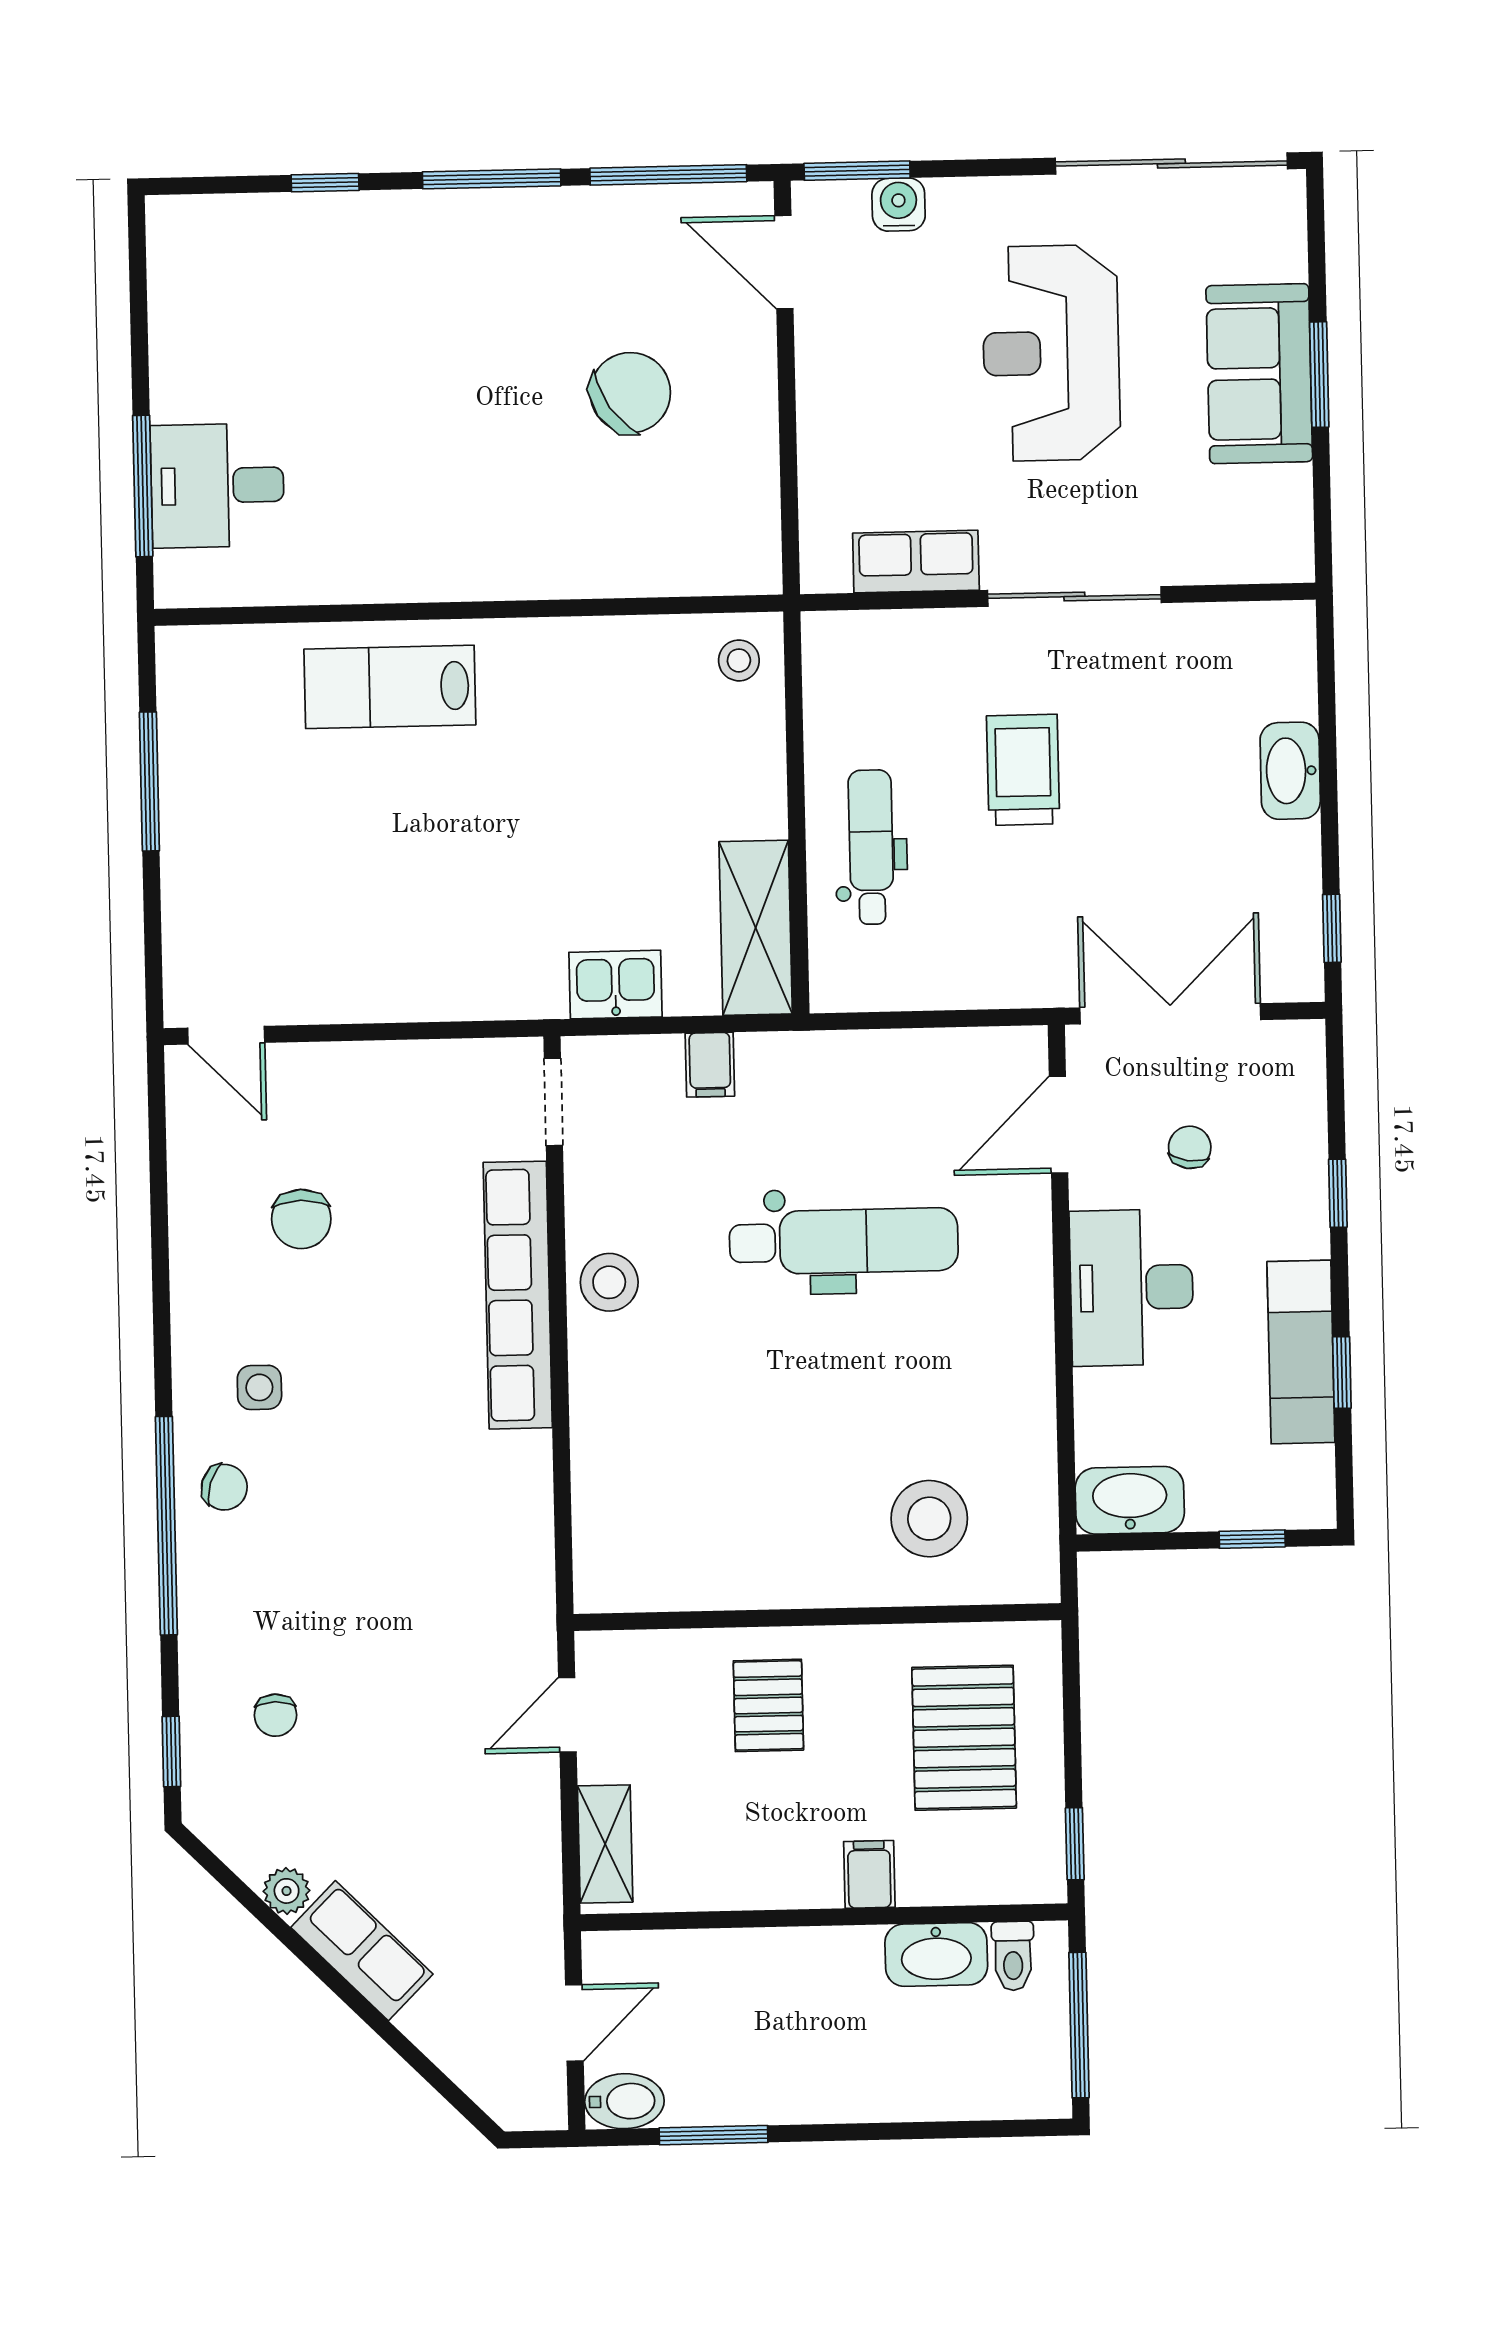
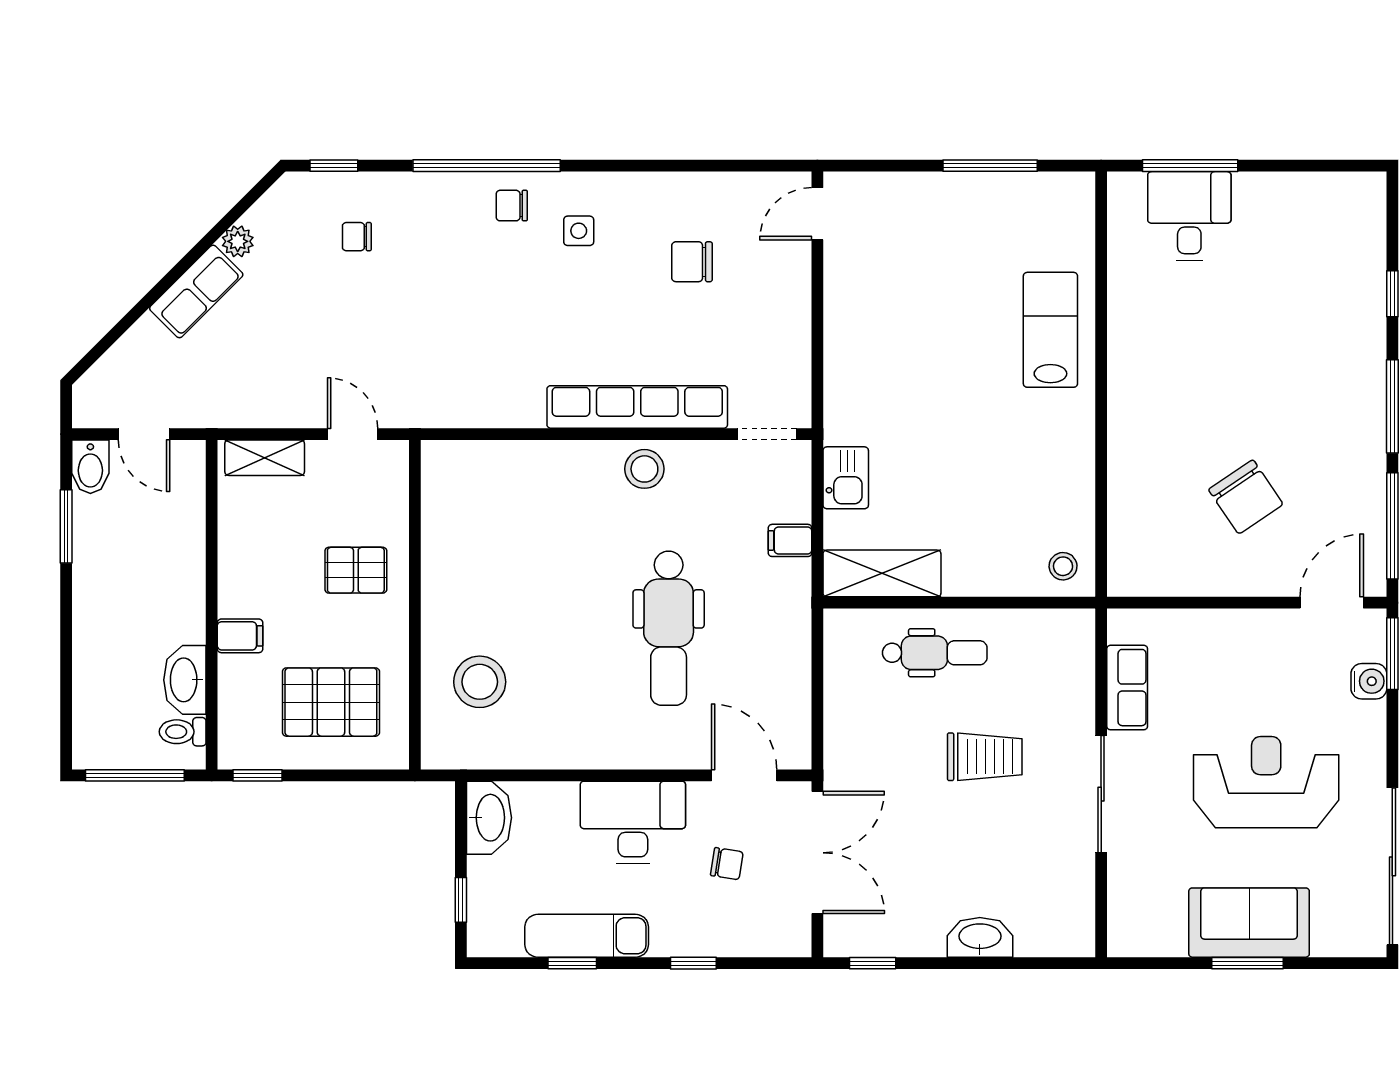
chair: (224, 1487) -> (512, 206), turned 72

